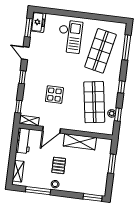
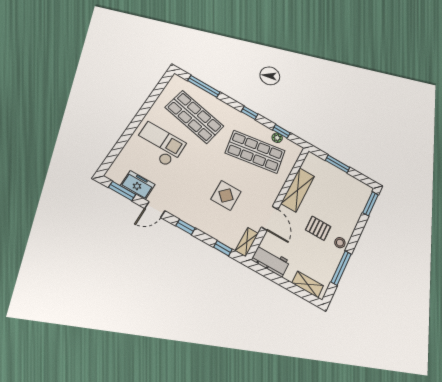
freezer: (38, 22) -> (138, 185), moved

